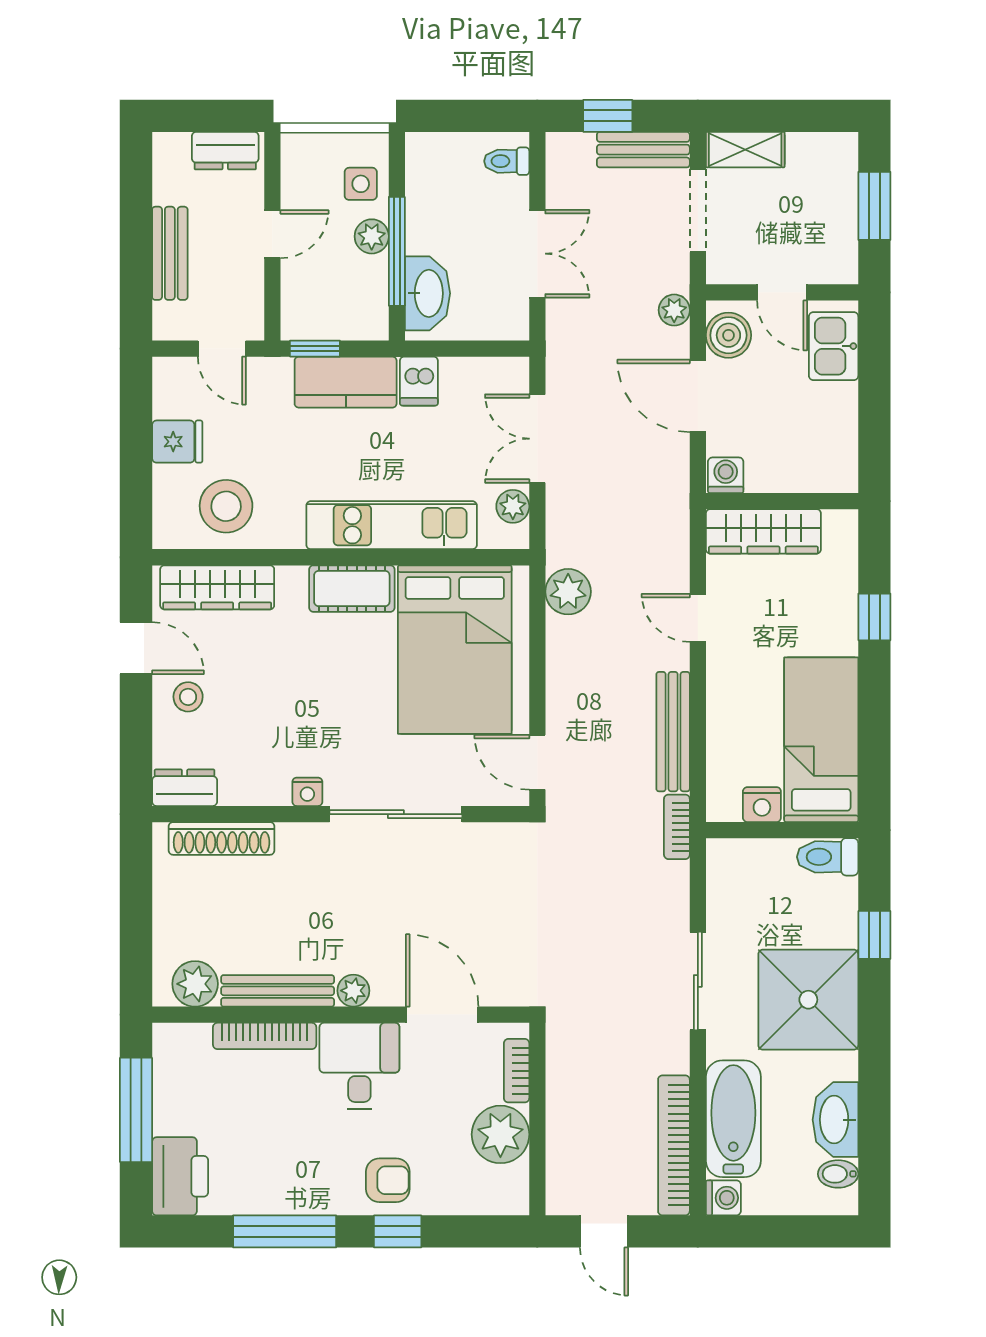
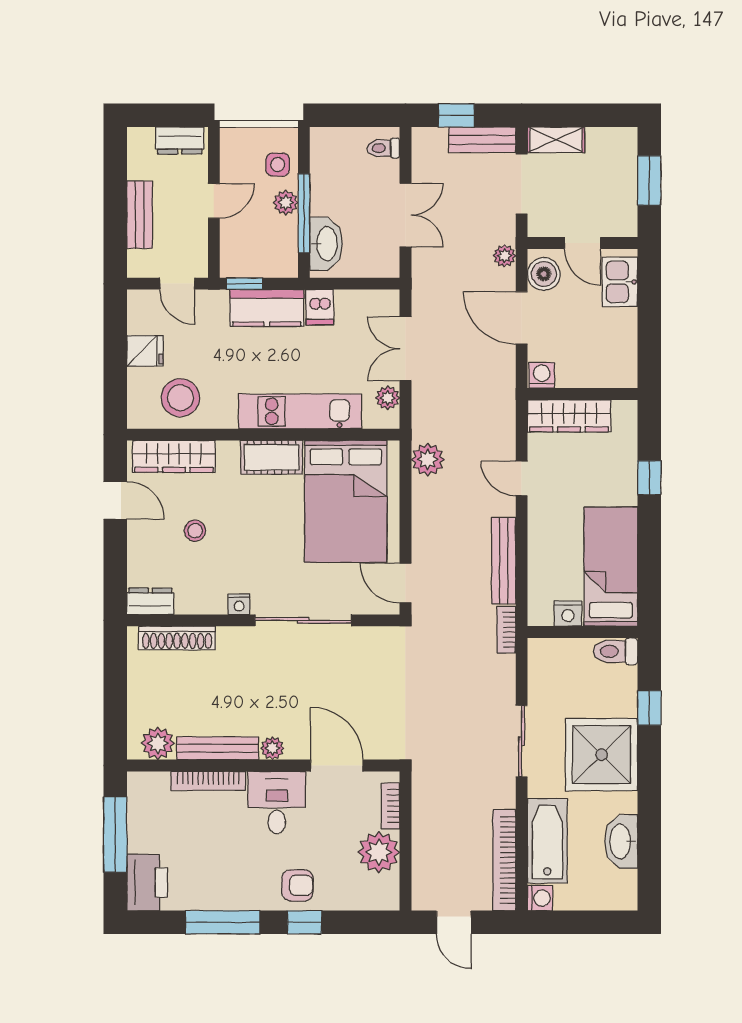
stool: (188, 697) -> (195, 531), moved
bidet: (838, 1174) -> (623, 881), removed

